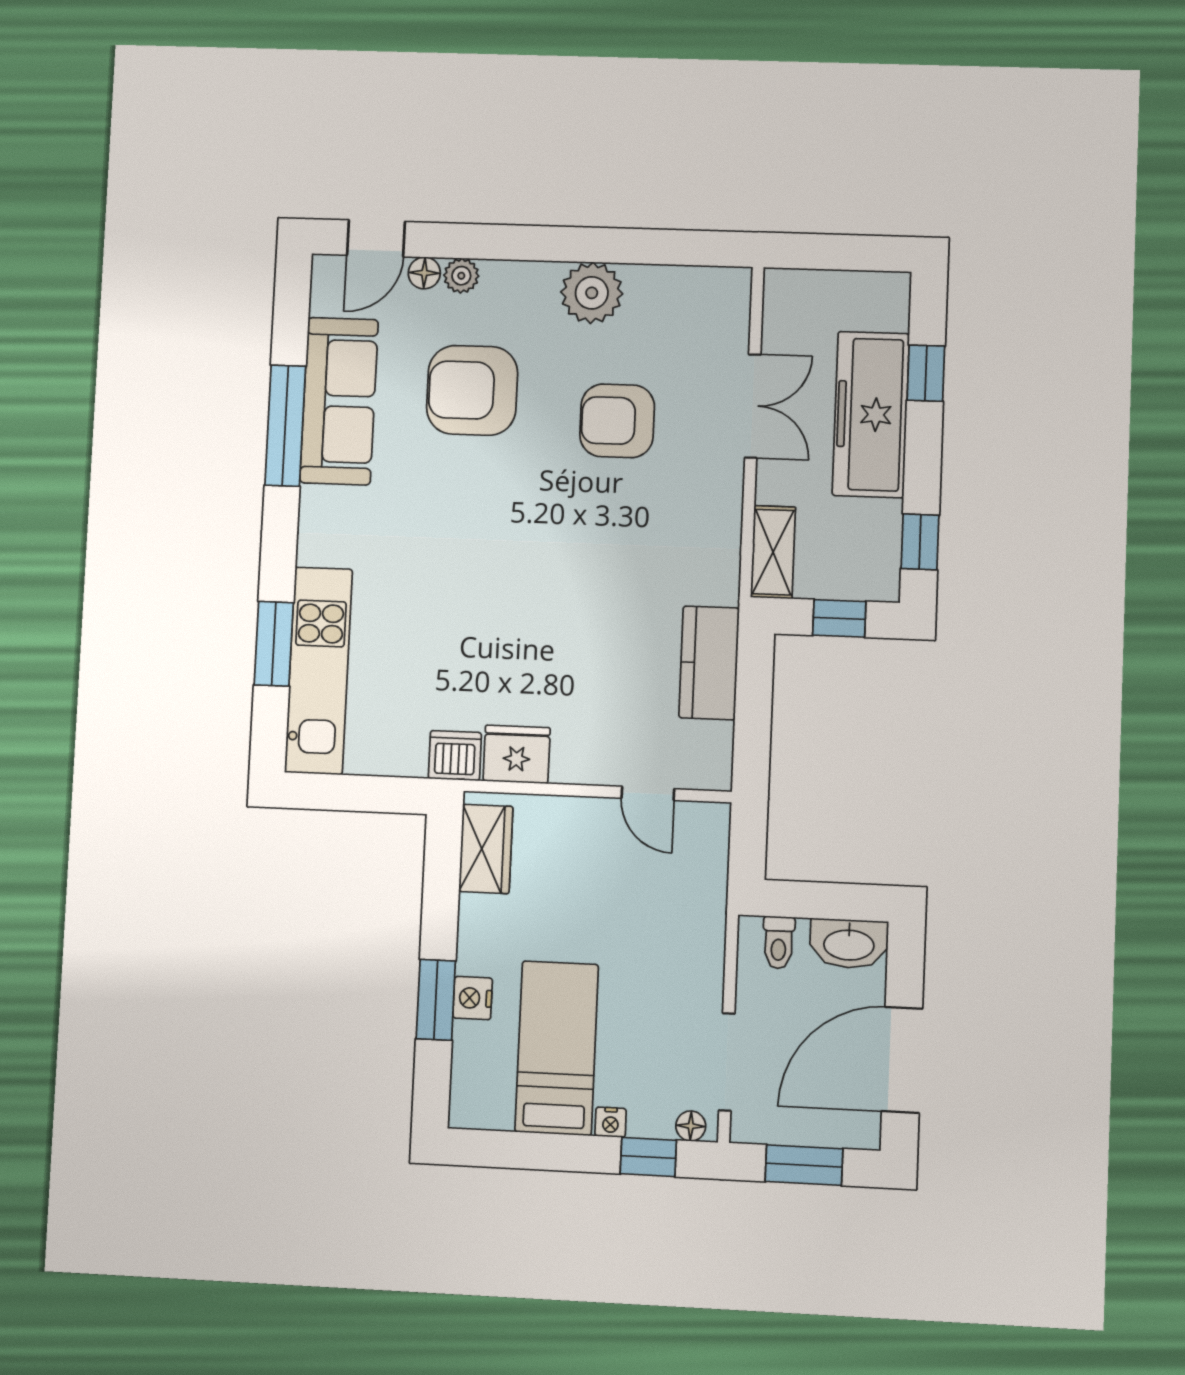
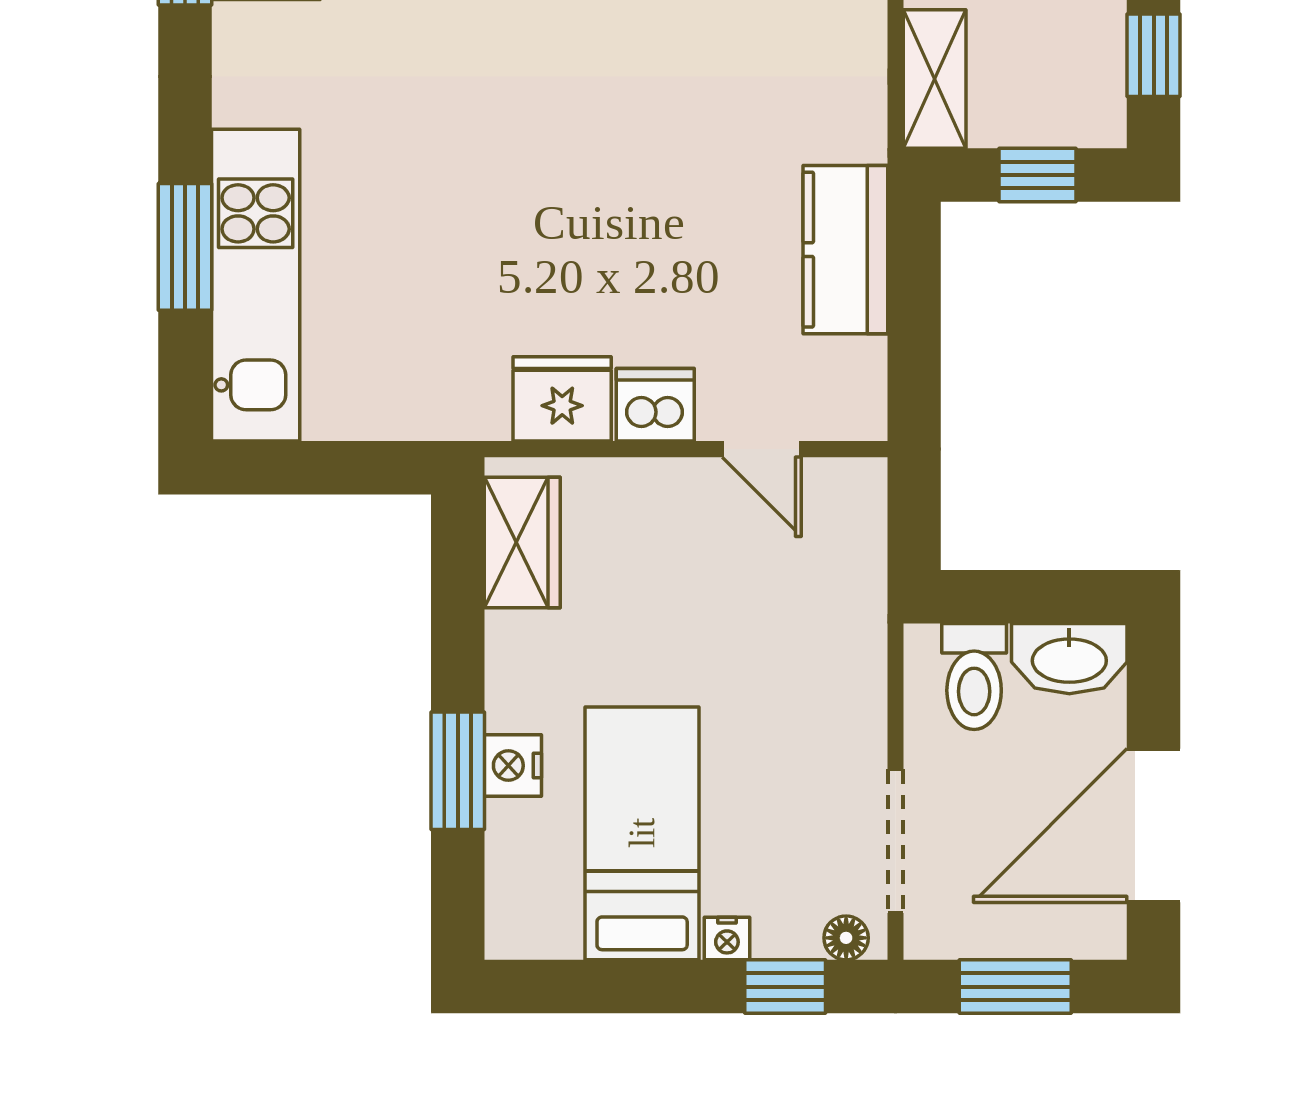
dishwasher: (455, 756) -> (655, 405), moved
toilet: (779, 943) -> (974, 677), width x1.37, depth x1.39

